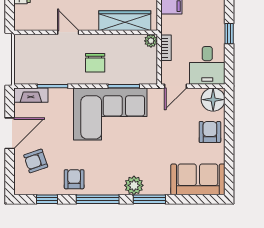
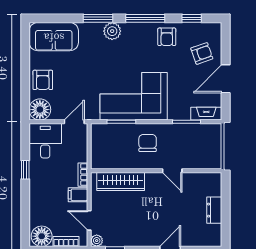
plant: (151, 41) -> (97, 163), removed
bookcase: (166, 48) -> (83, 175), moved

